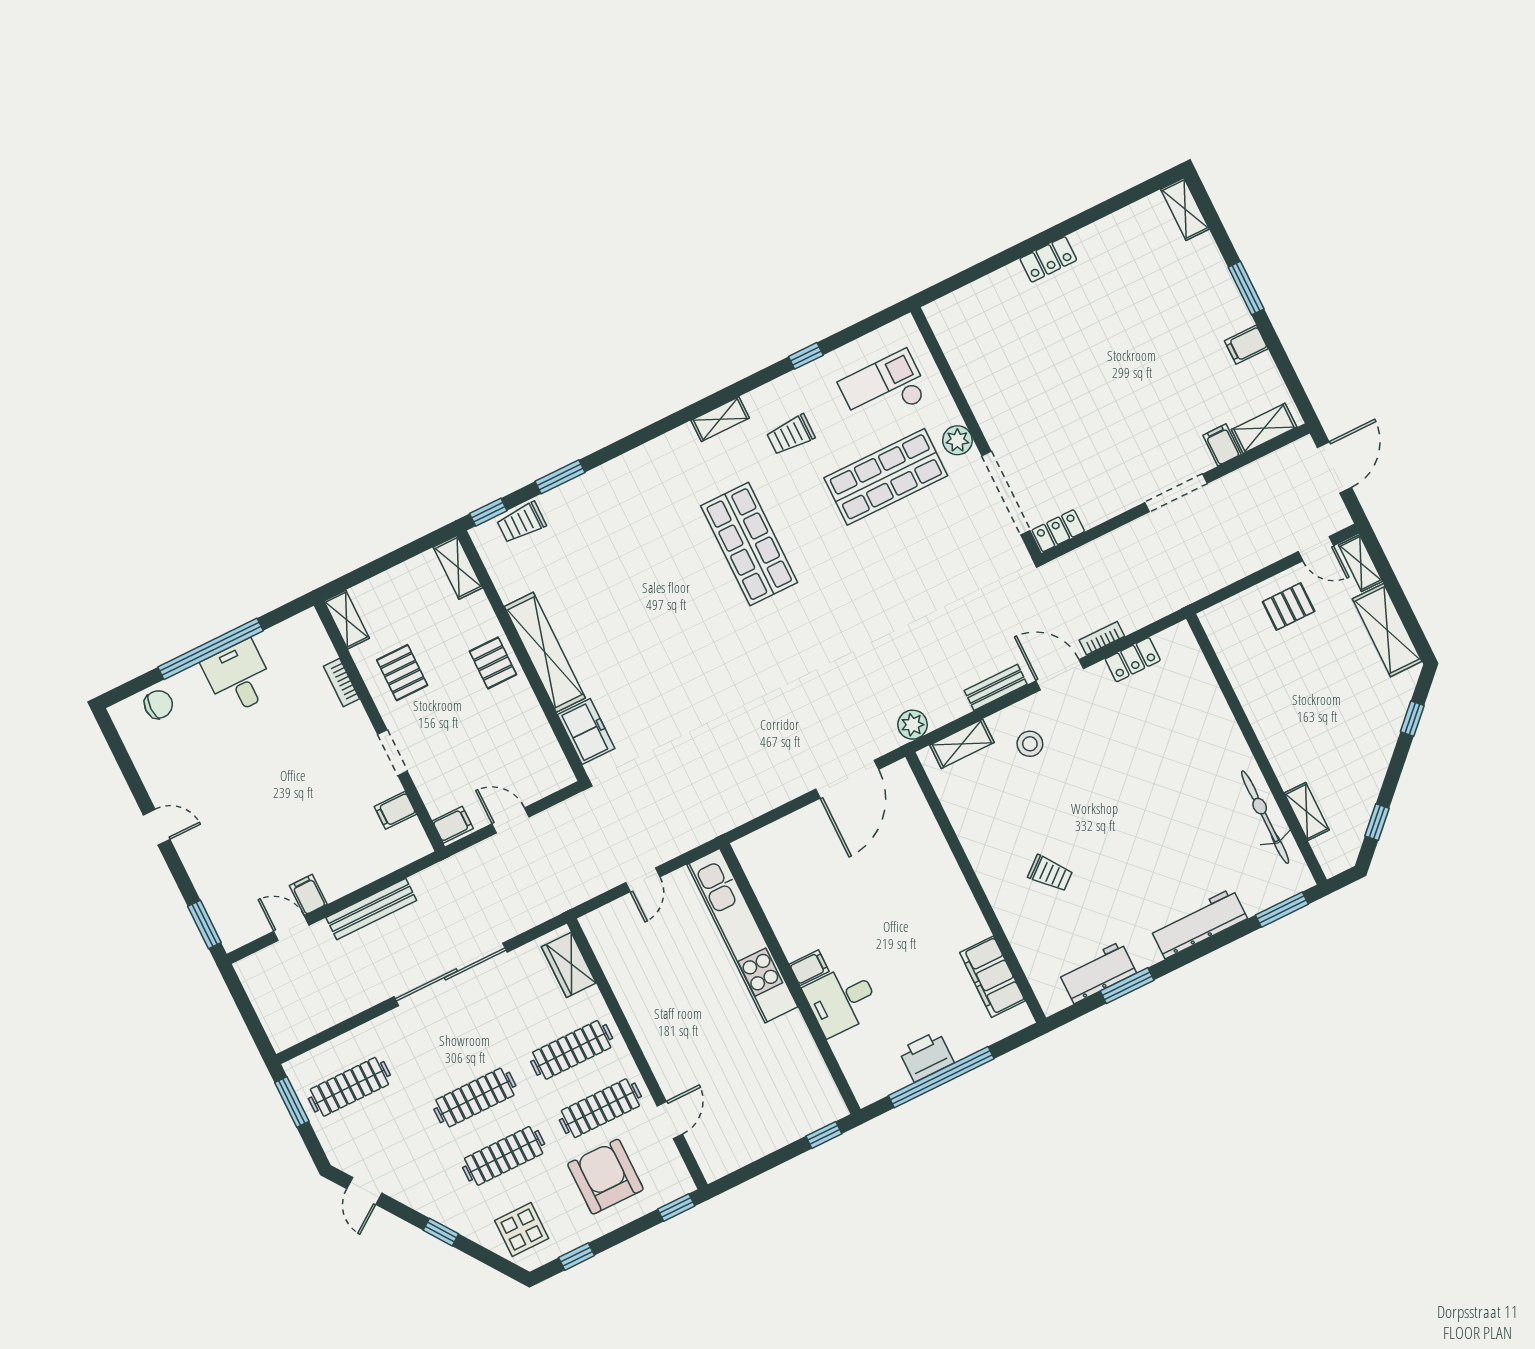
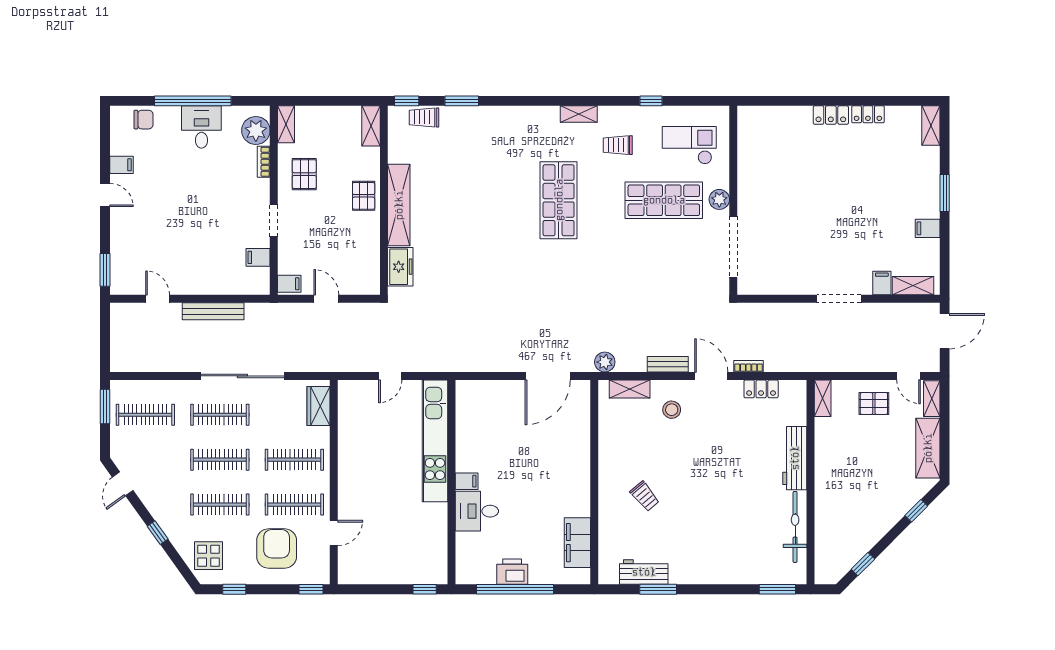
locker: (1058, 531) -> (868, 114), moved, turned 180
plant: (311, 647) -> (256, 130), added
shelving: (1307, 811) -> (823, 398), moved
filing cabinet: (308, 895) -> (121, 165), moved, turned 90
workbench: (1199, 923) -> (795, 458), moved, turned -90
clothes rail: (446, 1039) -> (220, 415), added

